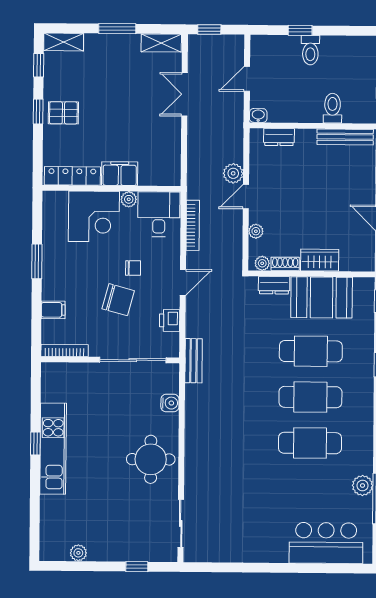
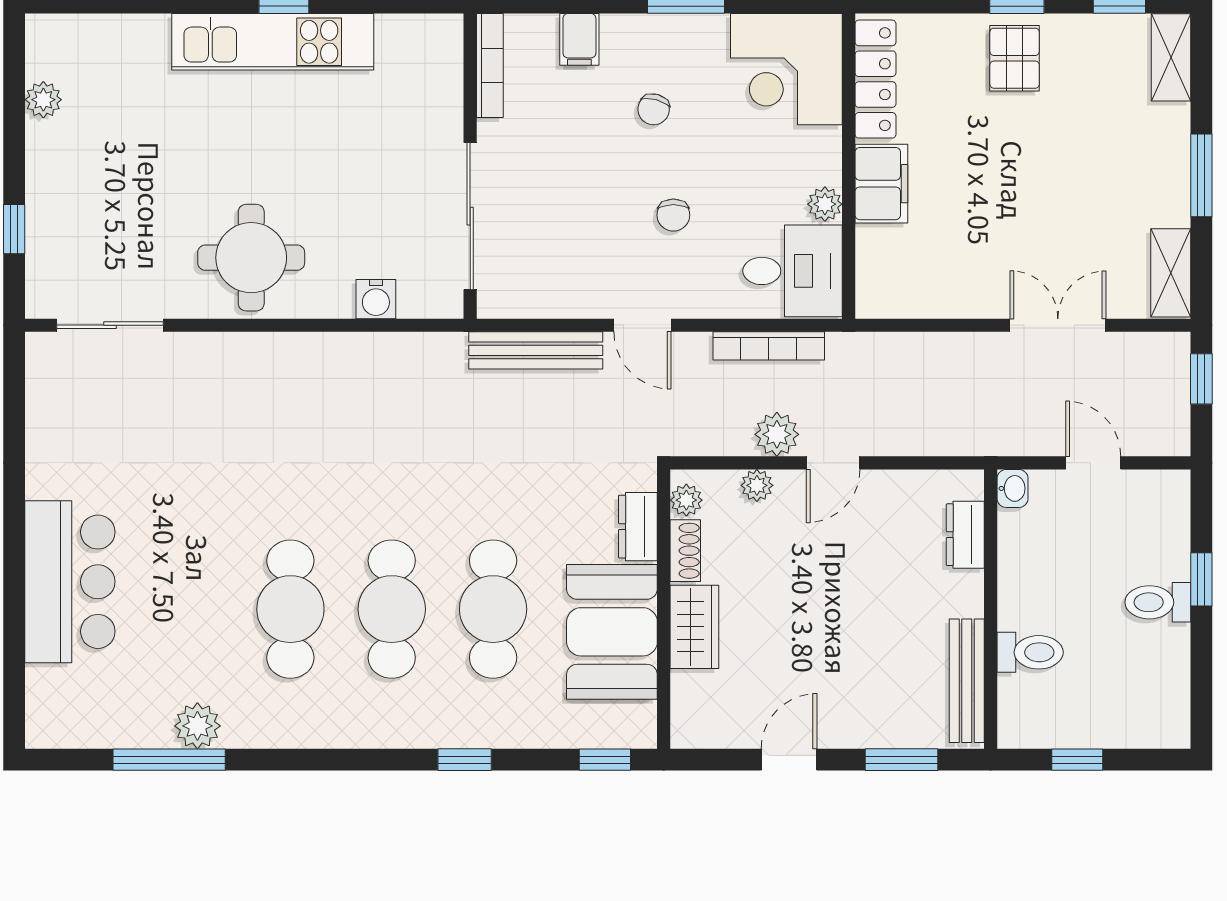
plant: (233, 173) -> (777, 434), moved
door: (246, 197) -> (833, 463), swing flipped
corner desk: (94, 216) -> (786, 69), moved
chair: (118, 300) -> (654, 109), moved, width x0.54, depth x0.54
printer: (170, 320) -> (558, 297), removed
bench: (194, 361) -> (536, 350), moved, width x1.36
bar counter: (326, 543) -> (70, 582), moved

